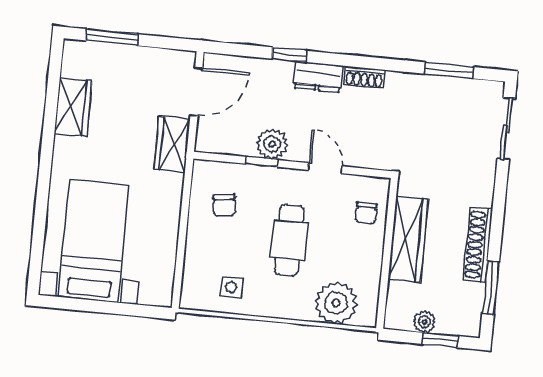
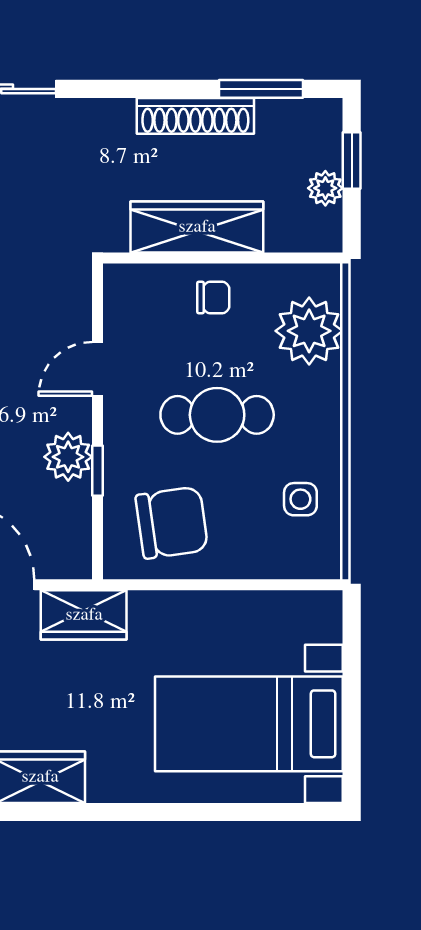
chair: (224, 205) -> (172, 523), width x1.87, depth x1.87
chair: (366, 213) -> (213, 298), moved

